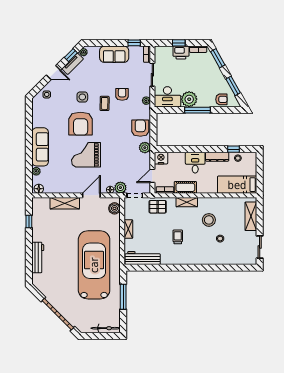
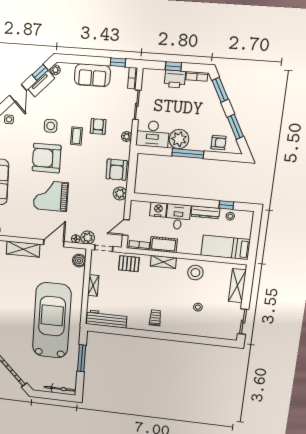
door: (53, 73) -> (18, 93), hinge flipped
armchair: (81, 124) -> (47, 158), turned 90
armchair: (140, 128) -> (117, 170), turned 180
nightstand: (161, 158) -> (158, 210), moved
stool: (209, 220) -> (195, 273), moved
trolley: (178, 237) -> (155, 318), moved

